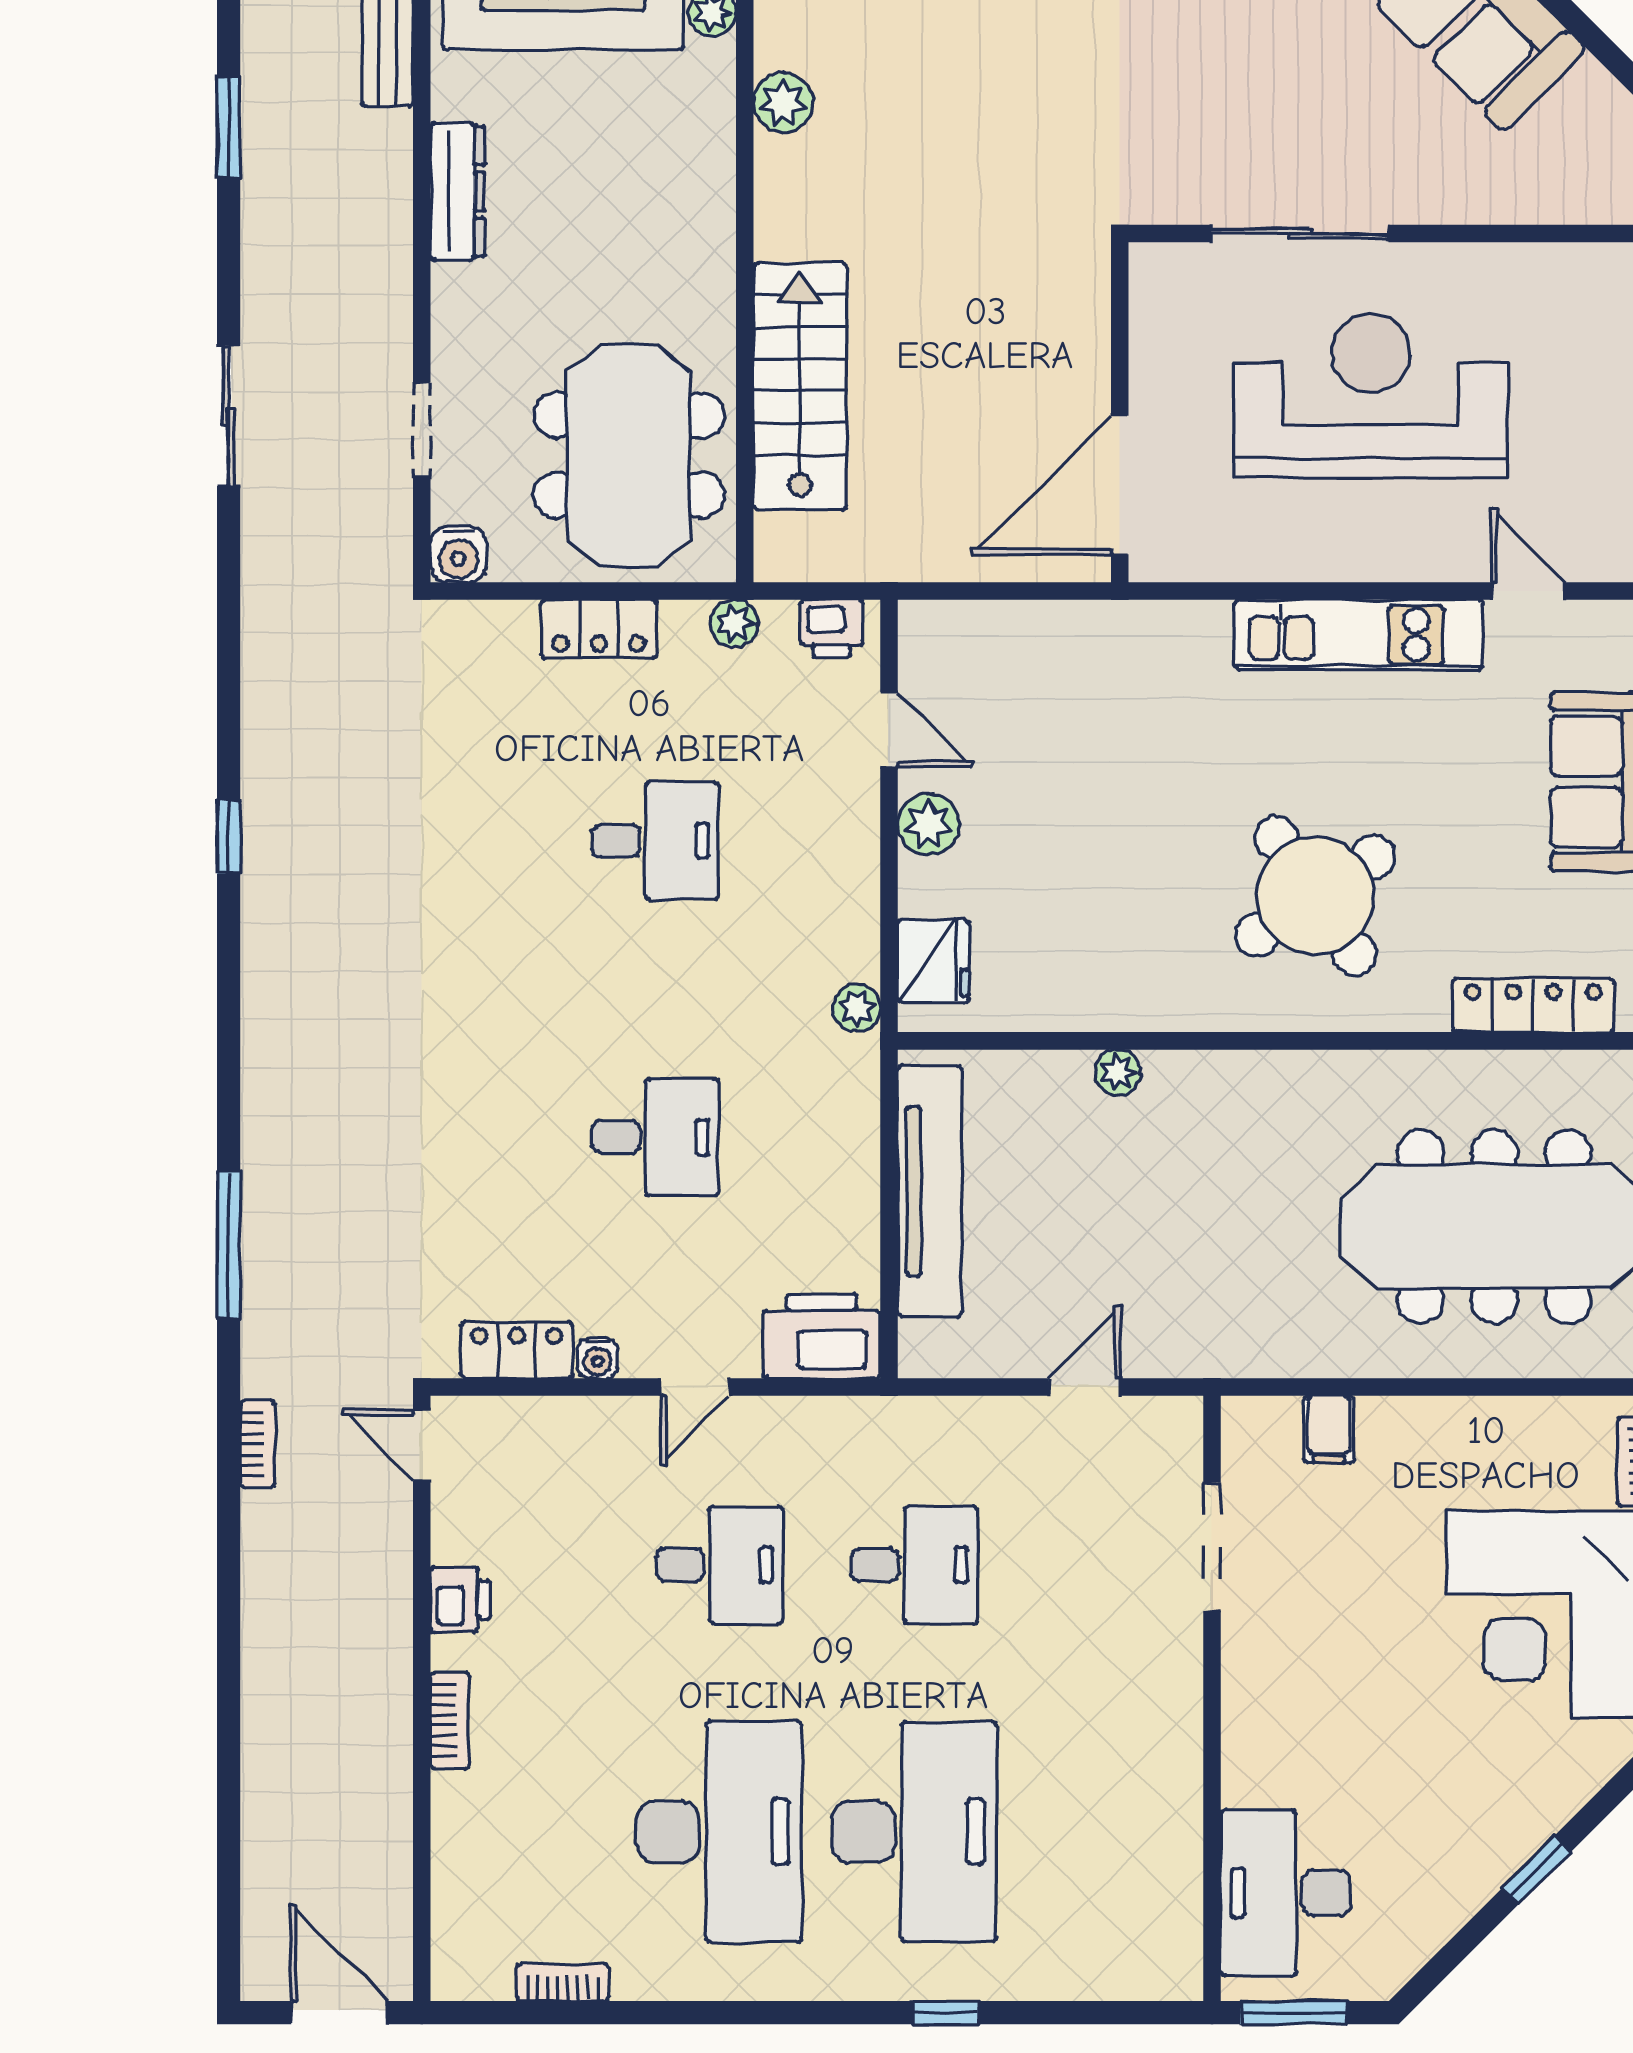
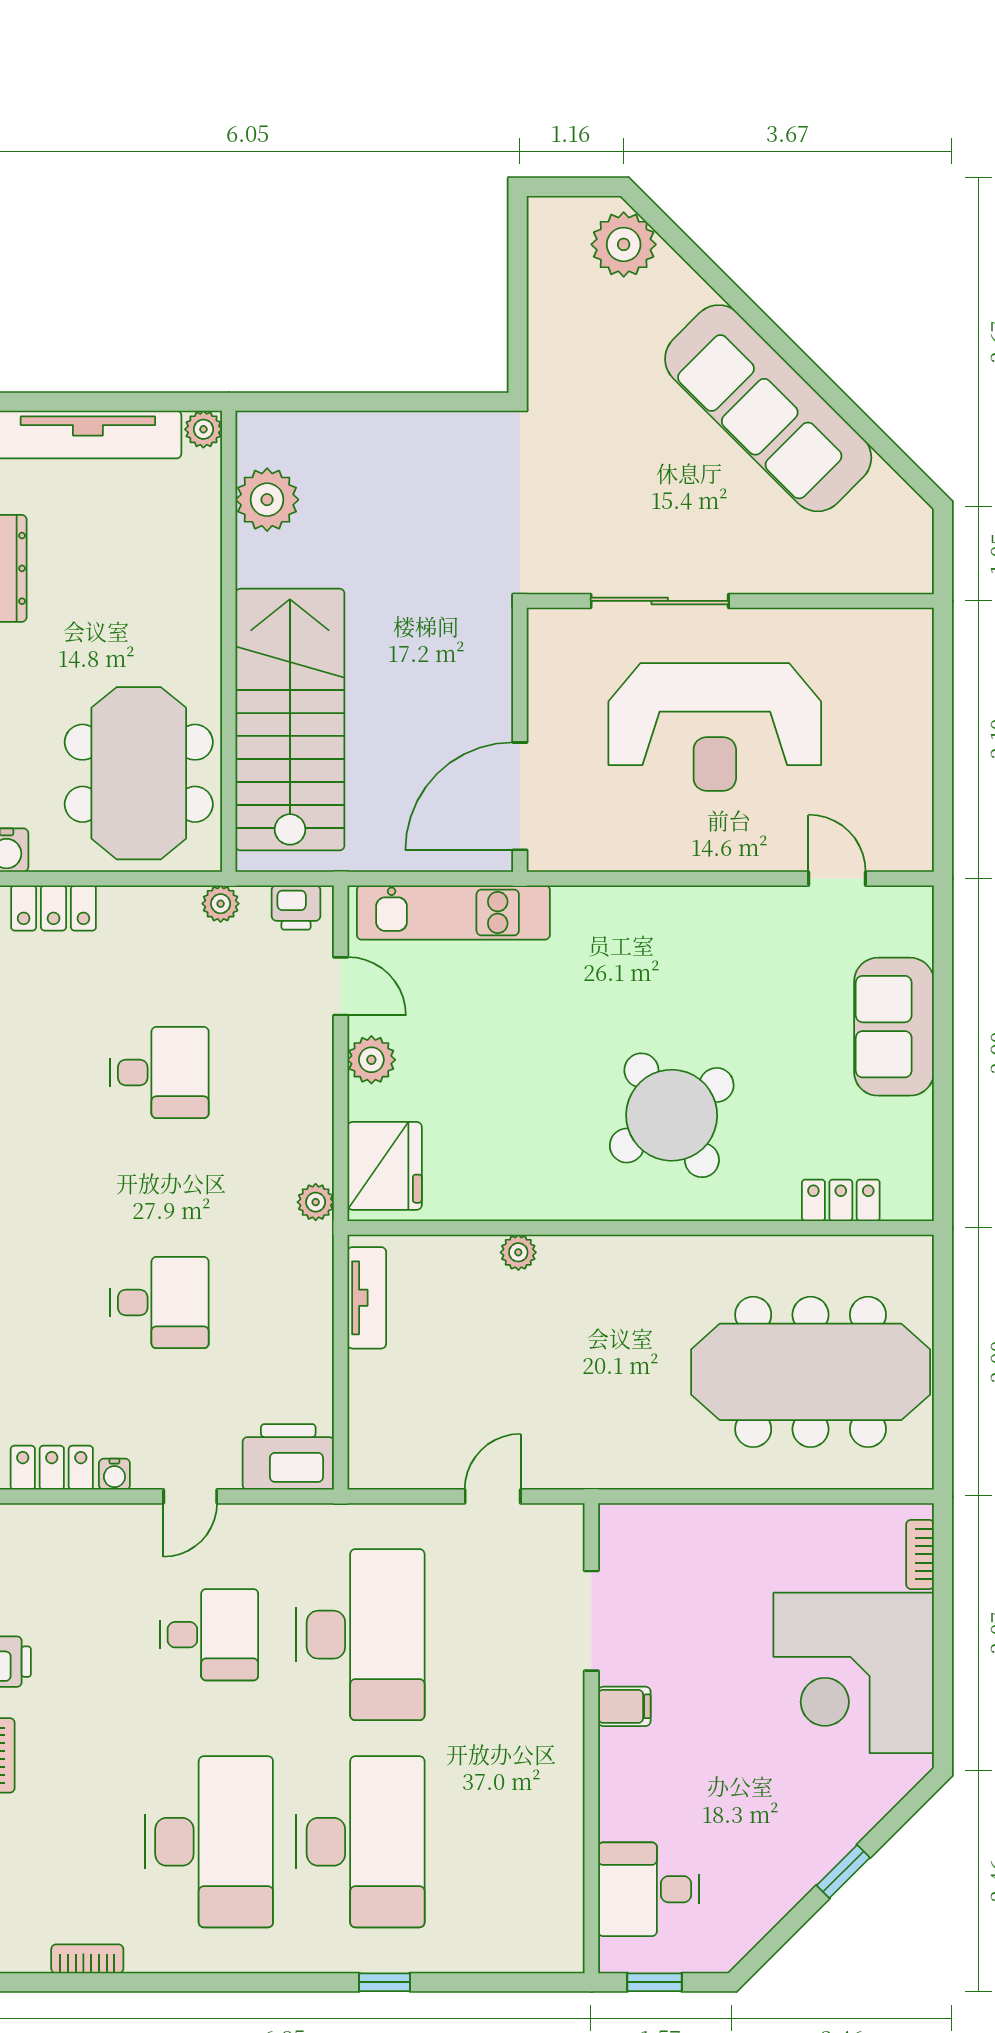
plant: (783, 103) -> (267, 500), width x1.36, depth x1.36
stairs: (800, 386) -> (290, 720), width x1.36, depth x1.51
reception desk: (1371, 396) -> (715, 727), turned 180
locker: (599, 629) -> (54, 908), moved
kitchen unit: (1359, 635) -> (453, 912), moved
fridge: (933, 961) -> (385, 1166), width x1.36, depth x1.34
locker: (1533, 1005) -> (841, 1200), width x0.66
tv unit: (930, 1191) -> (367, 1298), width x0.52, depth x0.78
filing cabinet: (1329, 1429) -> (624, 1706), moved, turned -90
desk: (914, 1565) -> (360, 1635), width x1.87, depth x1.30
desk: (1286, 1893) -> (649, 1889), width x0.73
window: (1293, 2013) -> (654, 1982), width x0.67

